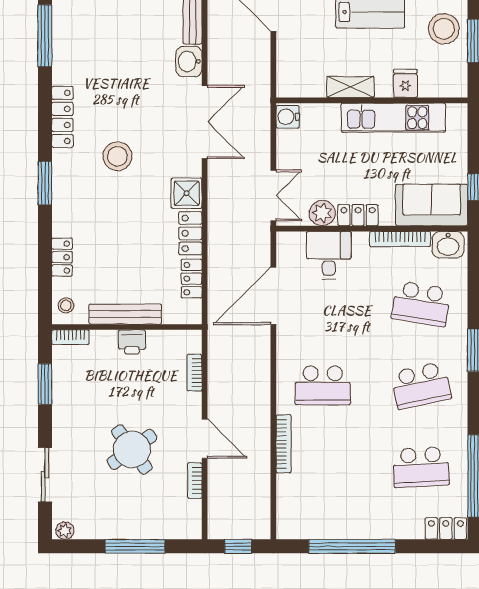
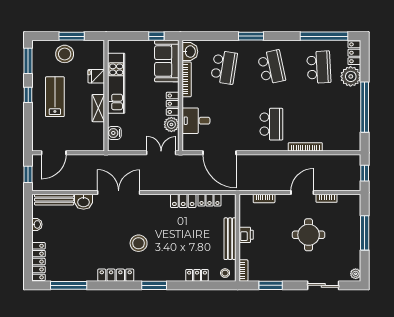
water cooler: (288, 117) -> (114, 133), moved, turned 90
shower: (187, 193) -> (160, 203), removed
round table: (132, 449) -> (309, 235), turned 36
plant: (405, 522) -> (351, 76), added

